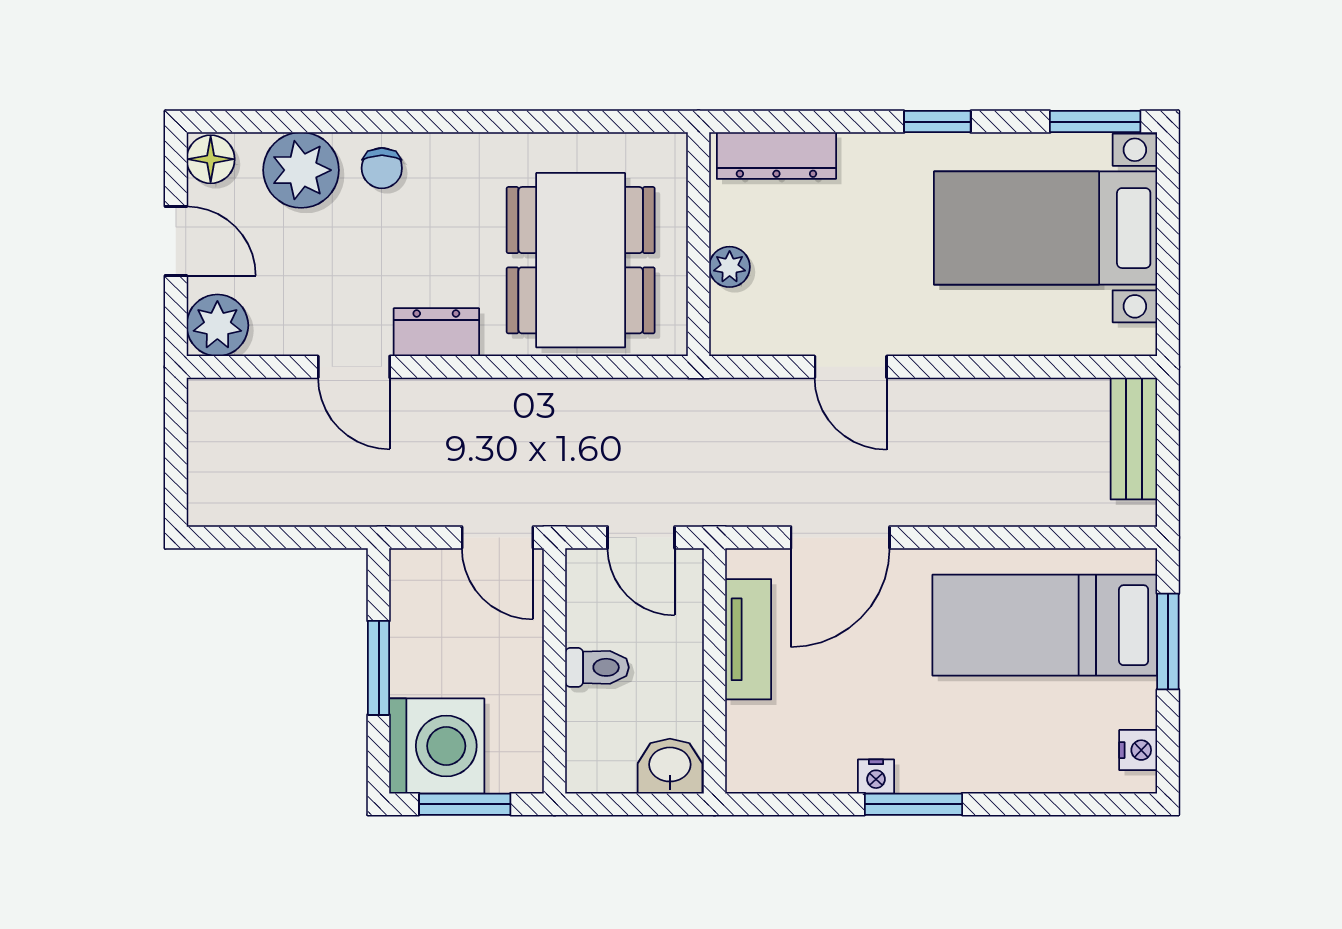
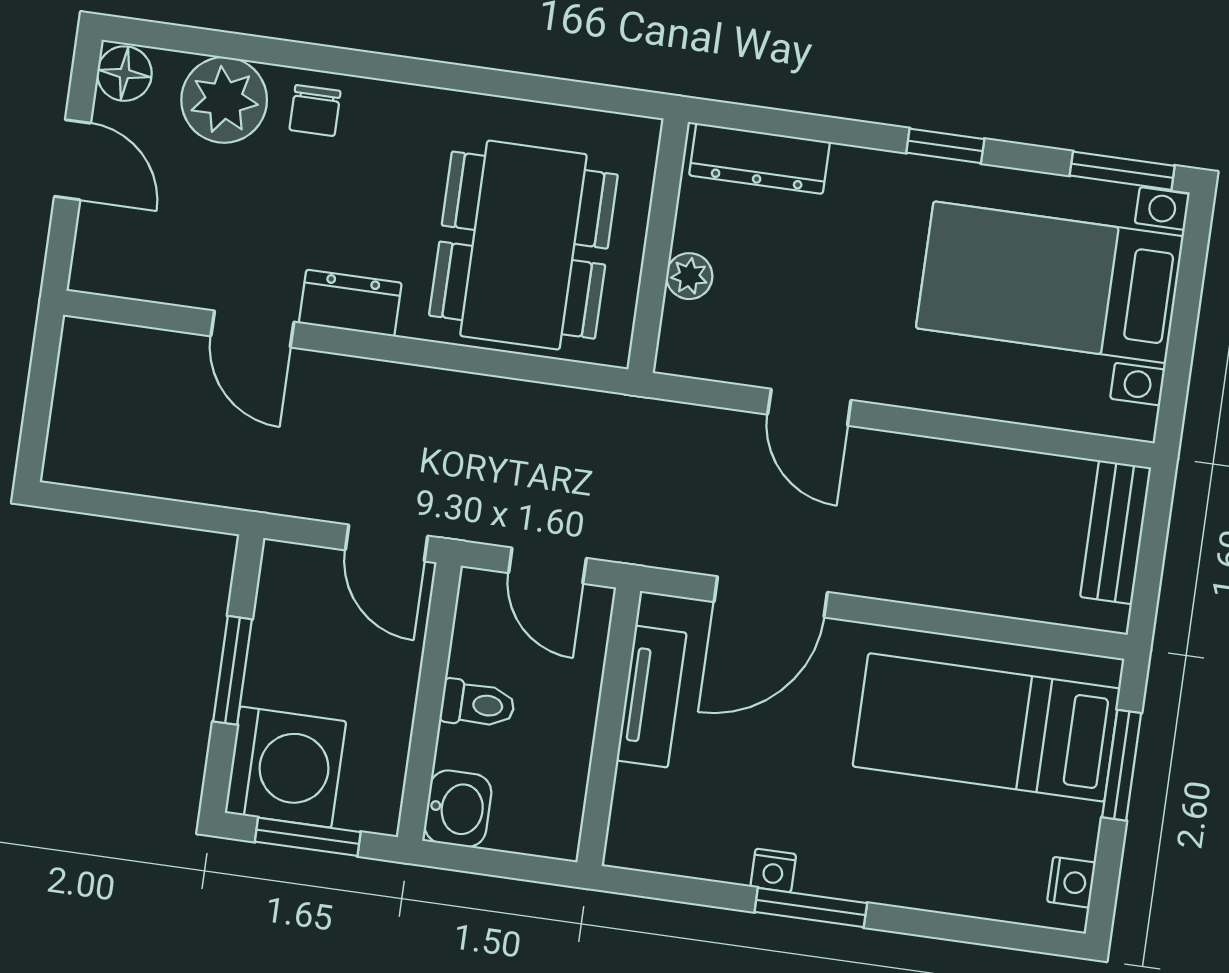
plant: (217, 325) -> (106, 261), removed
washbasin: (670, 766) -> (458, 809), moved, turned 90

